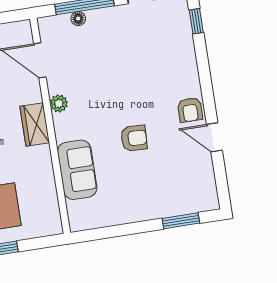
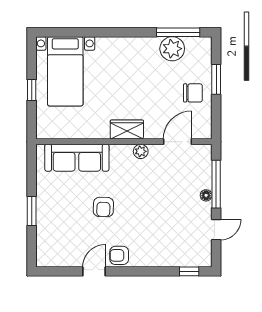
floor lamp: (78, 19) -> (206, 195), moved
sofa: (77, 170) -> (77, 158), width x1.36
window: (181, 221) -> (32, 211), moved

